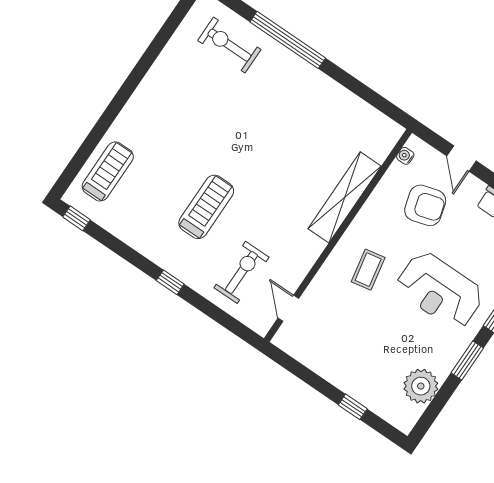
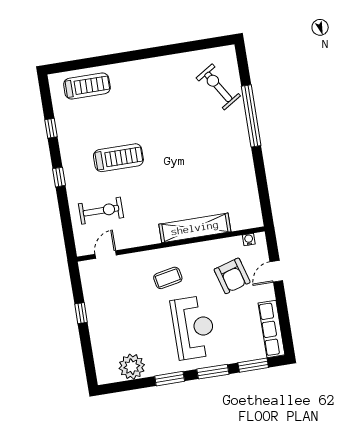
exercise bike: (229, 45) -> (218, 87), turned -32
window: (76, 218) -> (51, 128), moved
reception desk: (440, 290) -> (193, 328), turned 180
window: (353, 407) -> (81, 313), moved

